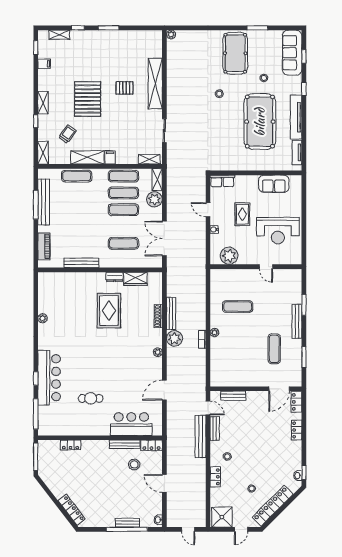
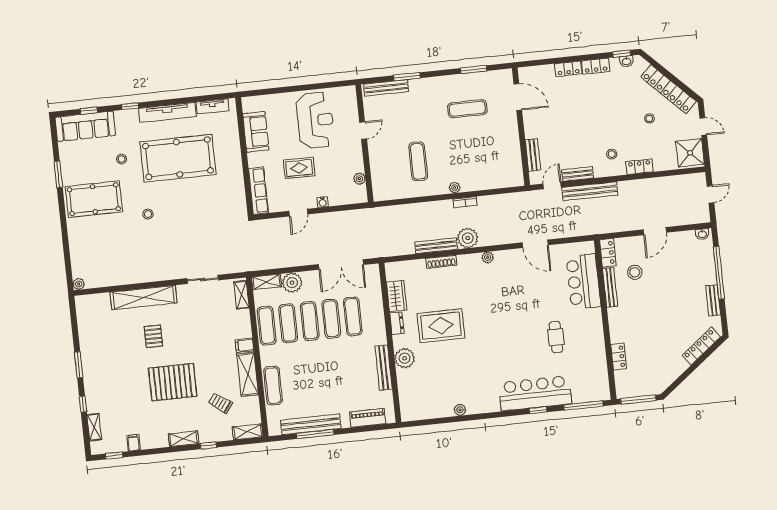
row of seats: (222, 181) -> (258, 191), width x1.48
exercise mat: (123, 227) -> (331, 319), added
plant: (229, 256) -> (359, 179), width x0.53, depth x0.53
plant: (87, 280) -> (405, 358), added
bench: (297, 321) -> (386, 88), moved
locker: (296, 402) -> (596, 66), moved
bench: (127, 523) -> (713, 300), moved

